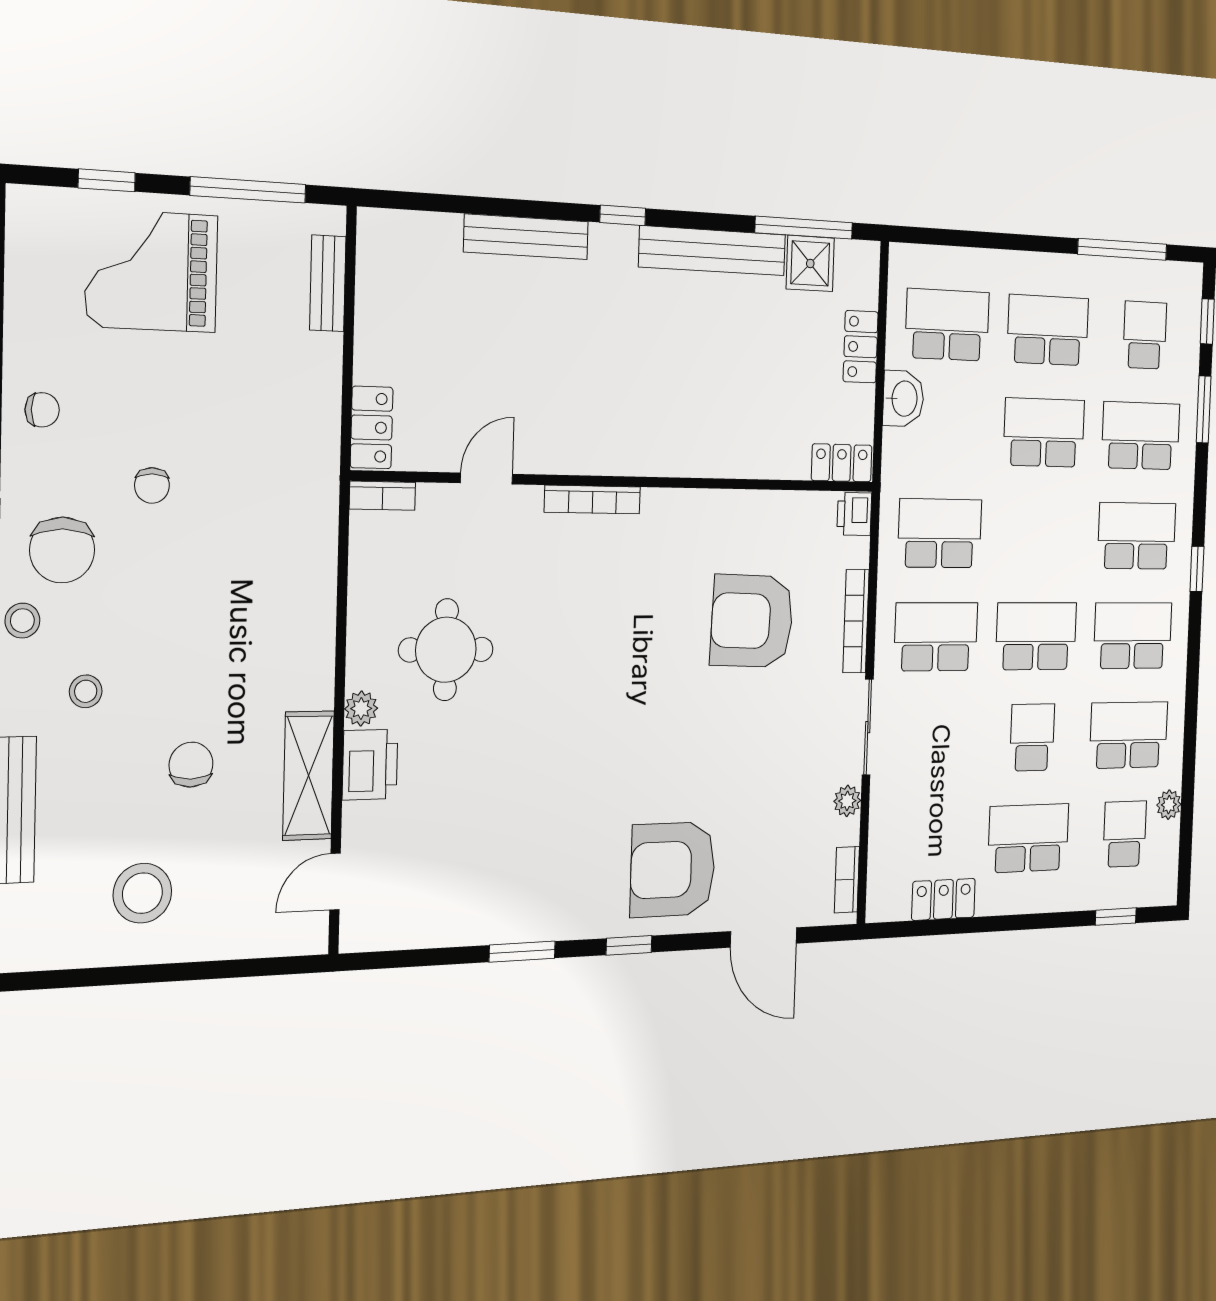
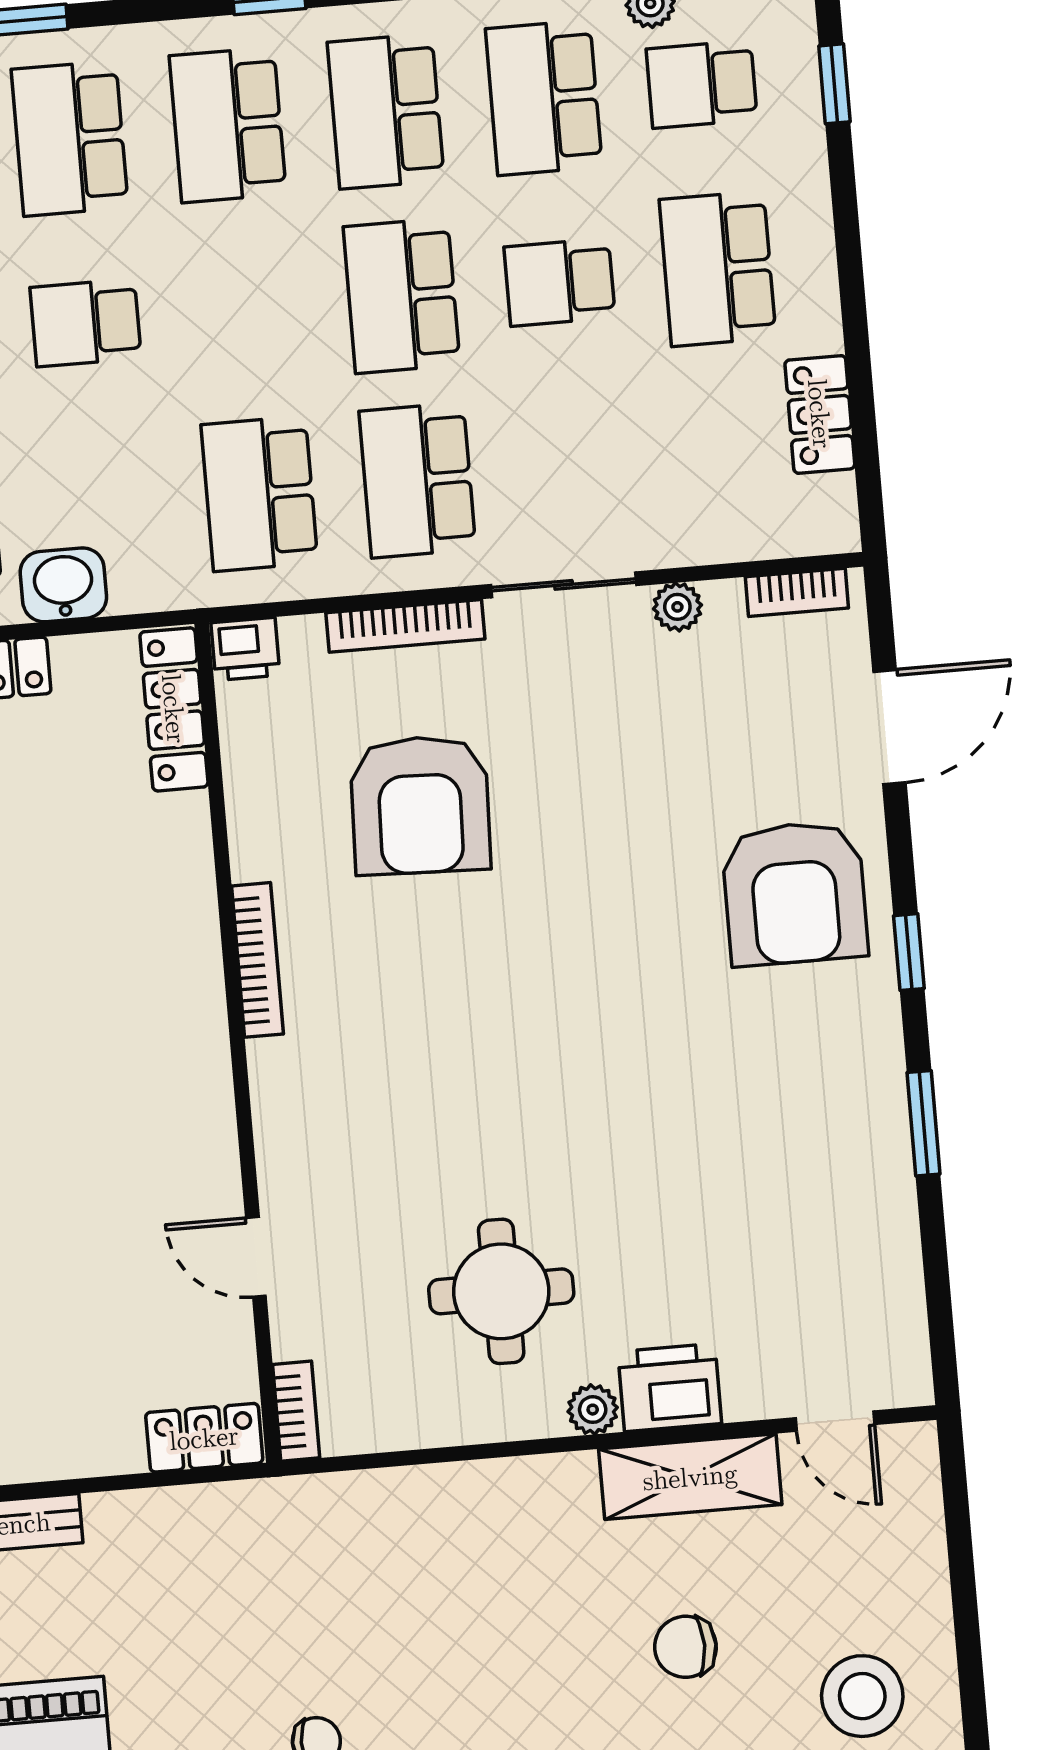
school desk: (1044, 433) -> (86, 323), width x0.54
locker: (842, 463) -> (174, 709), width x1.53
bookcase: (592, 500) -> (257, 960), moved

